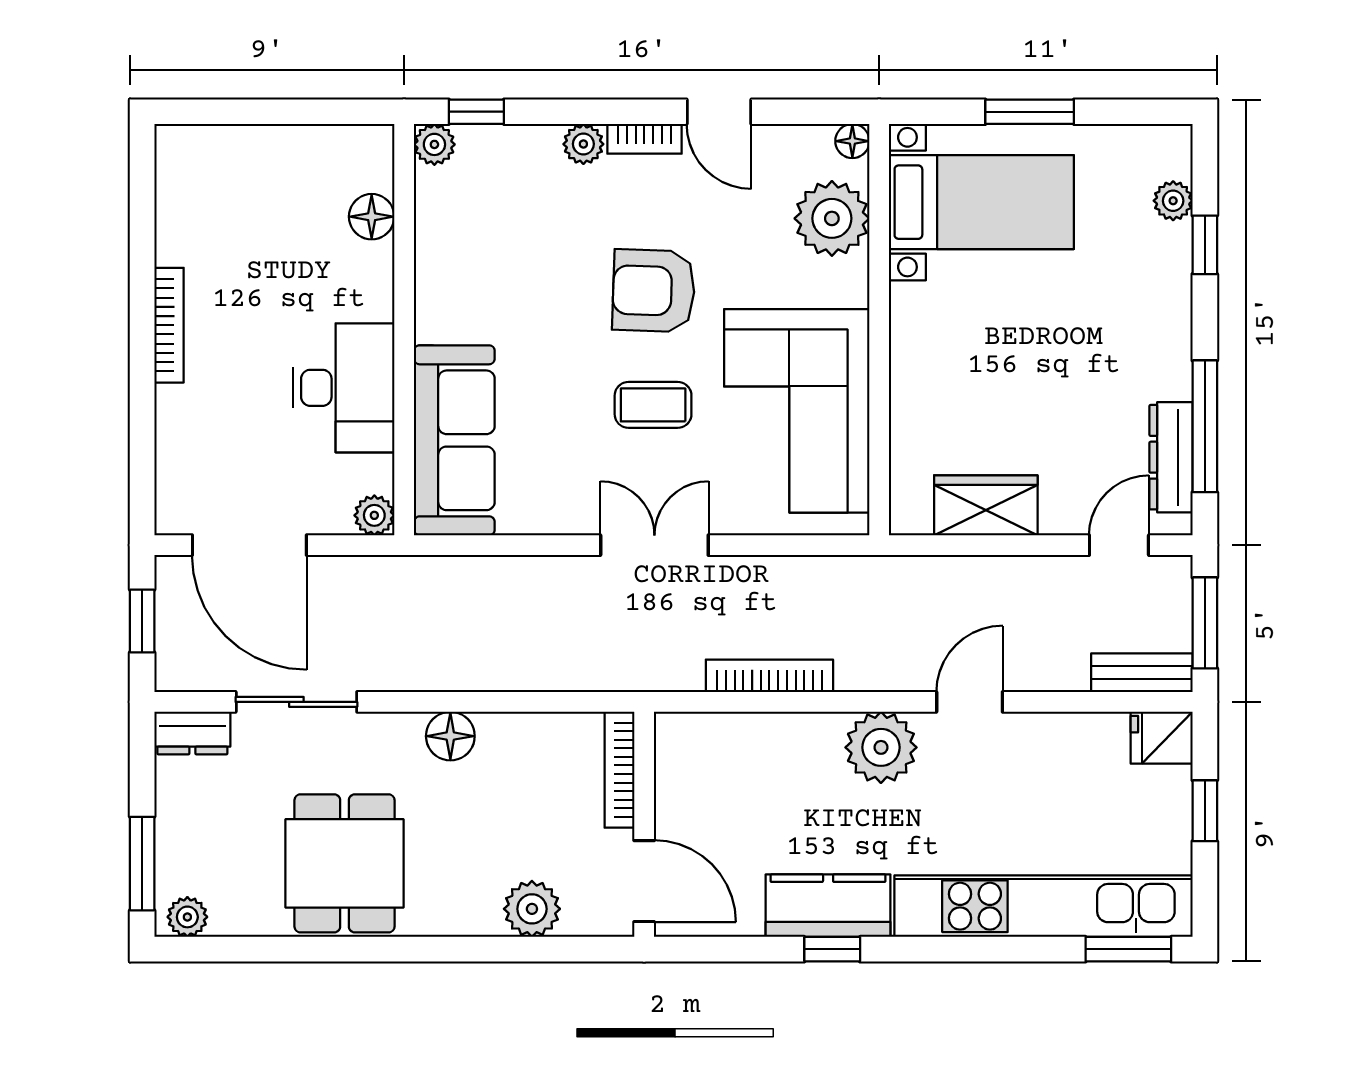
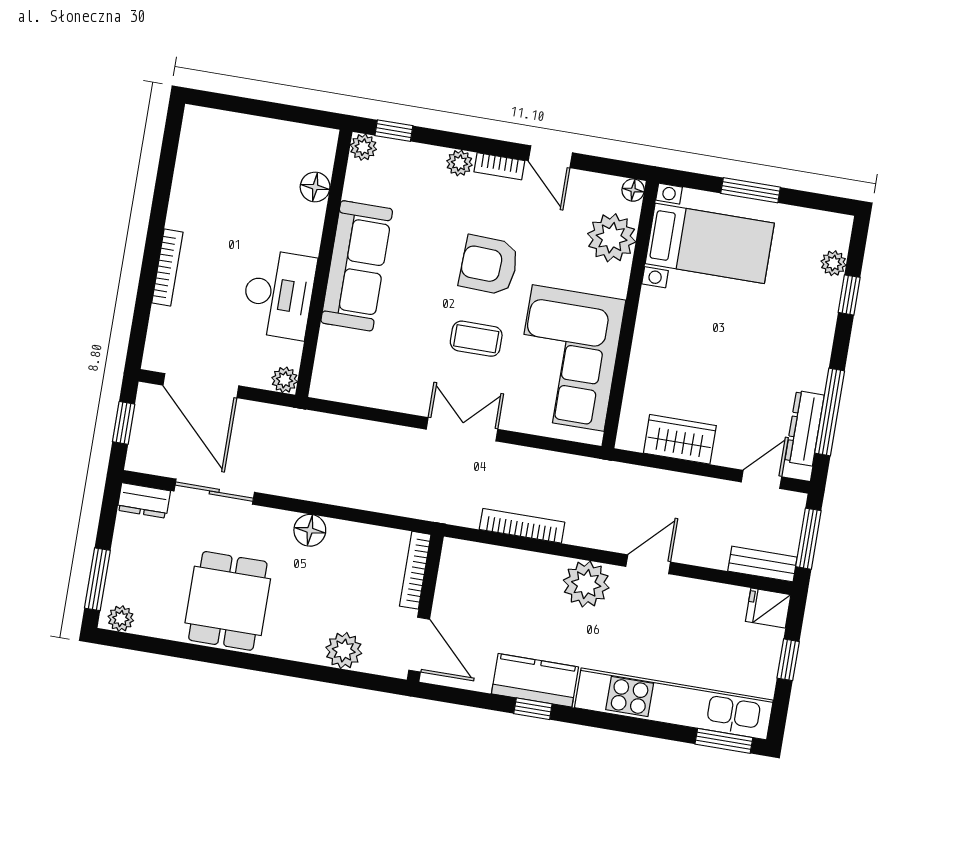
bookcase: (169, 325) -> (167, 268), moved
sofa: (454, 440) -> (357, 266), moved

